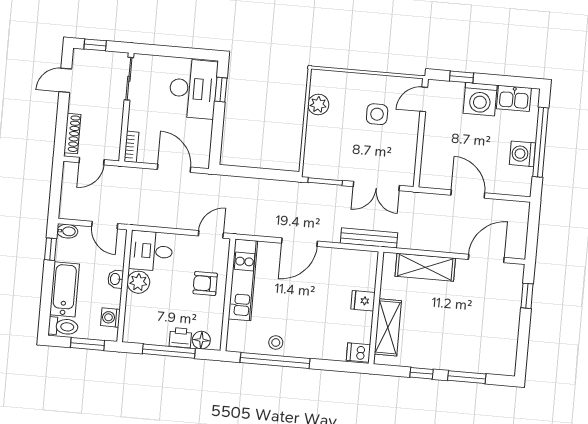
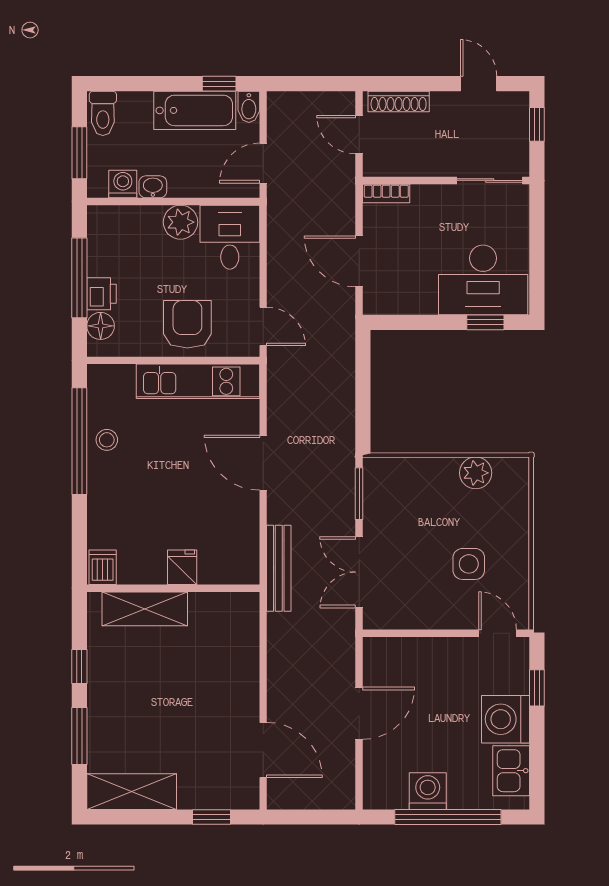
door: (174, 168) -> (359, 261), swing flipped
shelving: (425, 267) -> (132, 792), moved, turned 90
washbasin: (116, 279) -> (153, 187), moved
armchair: (205, 283) -> (187, 324), width x1.38, depth x1.38
bathtub: (65, 289) -> (195, 110), moved

